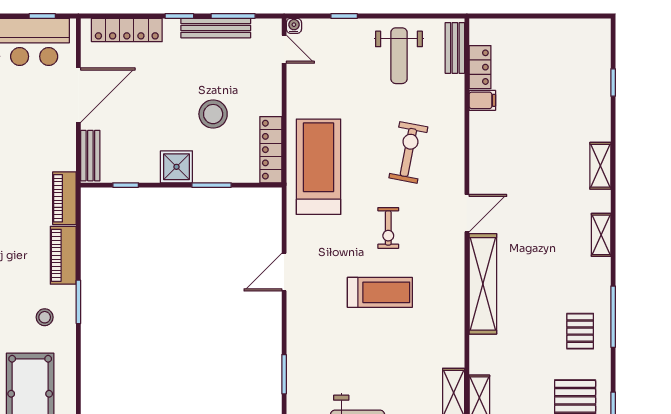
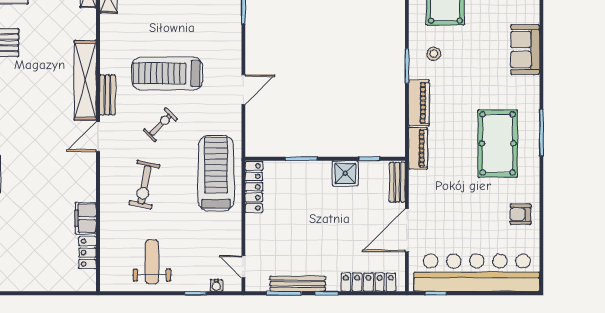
water cooler: (294, 26) -> (216, 285), moved
bench: (455, 48) -> (107, 95), moved
filing cabinet: (482, 100) -> (86, 218), width x2.00
stool: (213, 114) -> (300, 215), removed
shower: (176, 167) -> (345, 173), moved
treadmill: (319, 167) -> (216, 173), turned 180
exercise bike: (388, 228) -> (160, 125), turned 45
treadmill: (380, 292) -> (167, 73), width x1.37, depth x1.38

